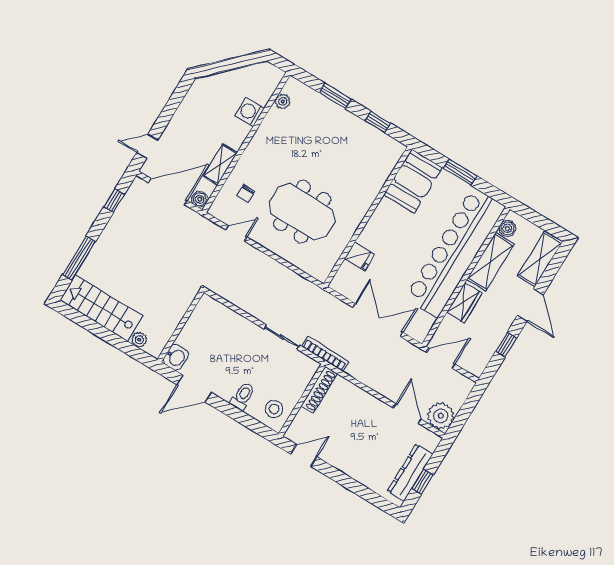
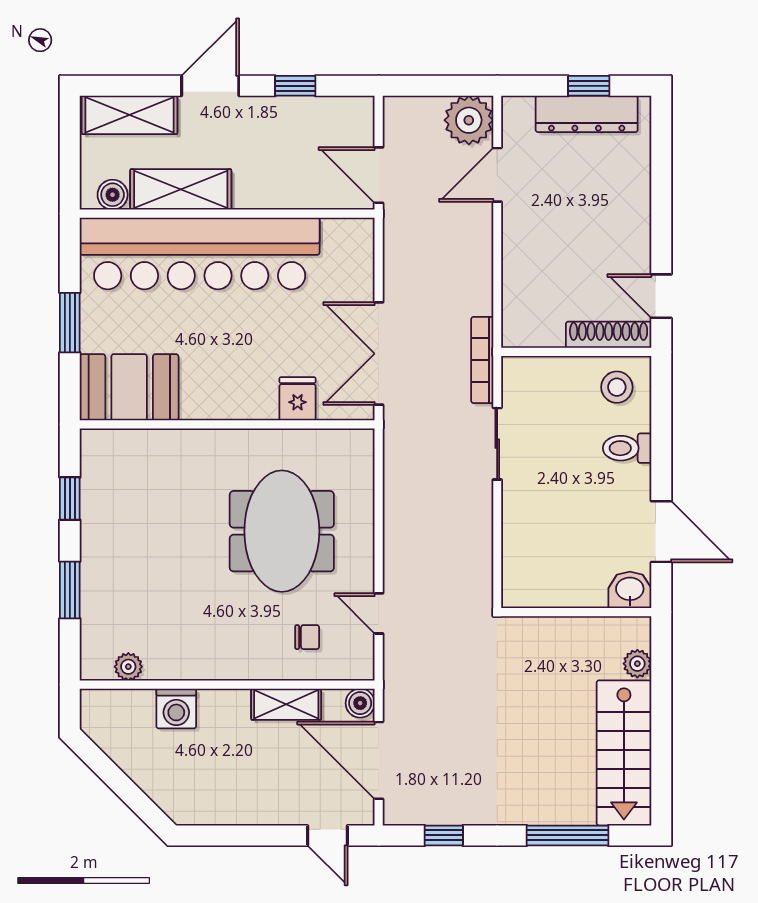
wardrobe: (464, 303) -> (269, 191), removed
double door: (378, 320) -> (379, 354), moved
shoe rack: (319, 390) -> (609, 335), moved

